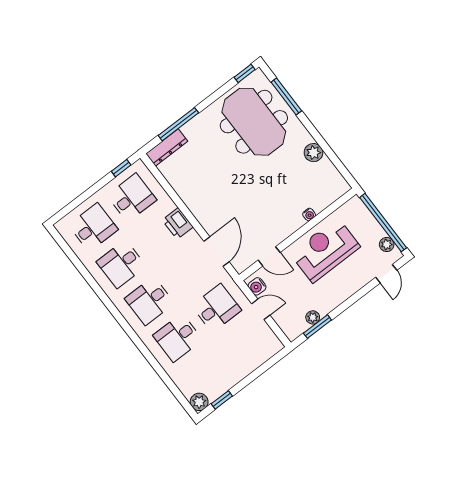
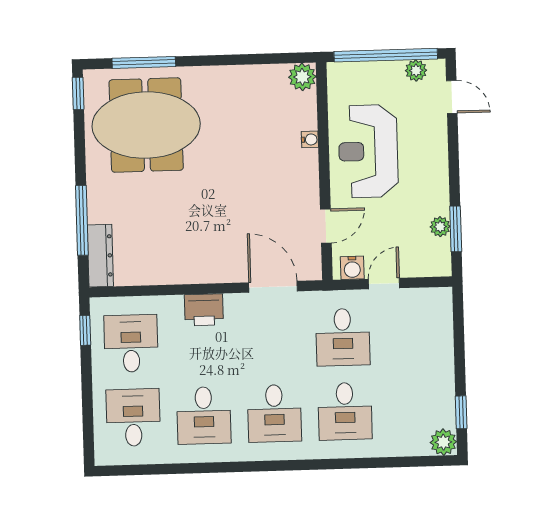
plant: (314, 153) -> (302, 77), moved
desk: (216, 308) -> (343, 337), turned 180

